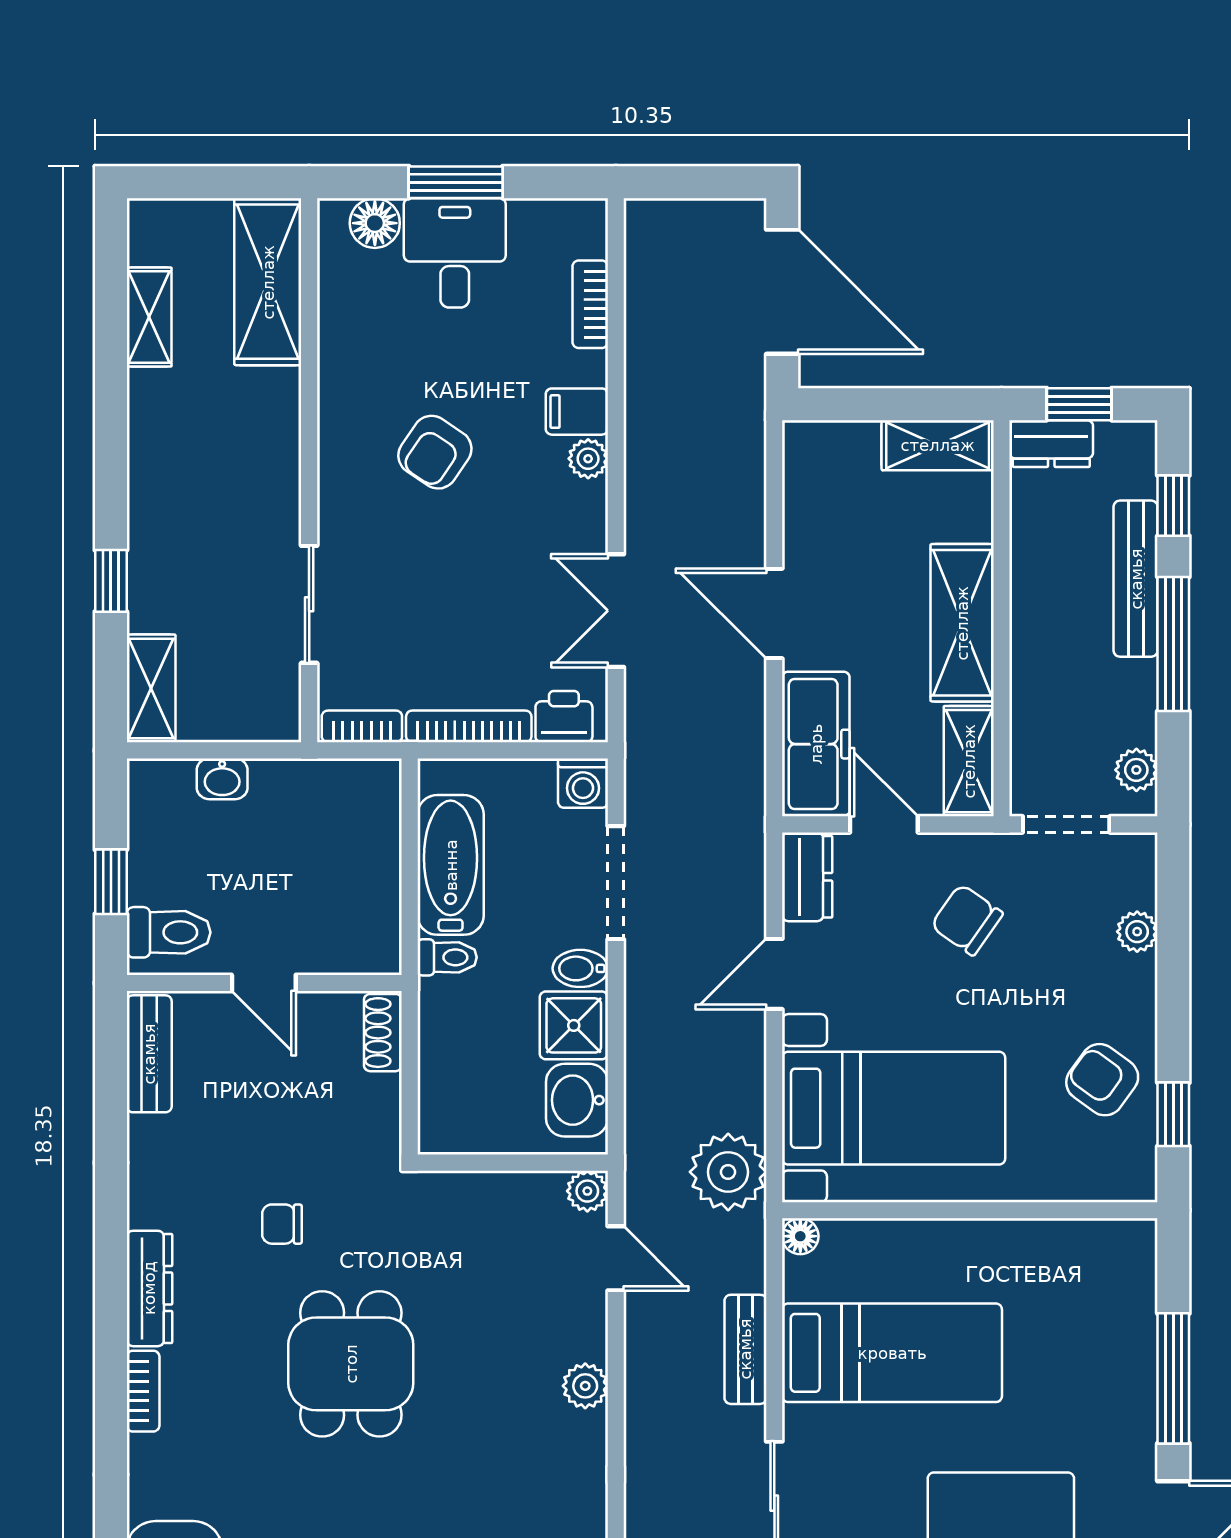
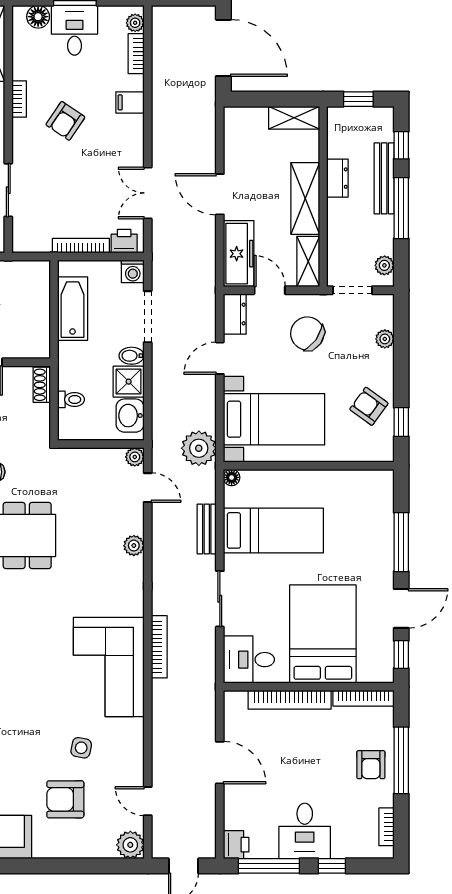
dresser: (1051, 444) -> (337, 178), moved, turned -90
plant: (588, 459) -> (135, 23), moved
bookcase: (362, 726) -> (19, 99), moved, turned 90
chair: (967, 920) -> (307, 334), width x1.37, depth x1.37
toilet: (447, 957) -> (71, 399), moved

